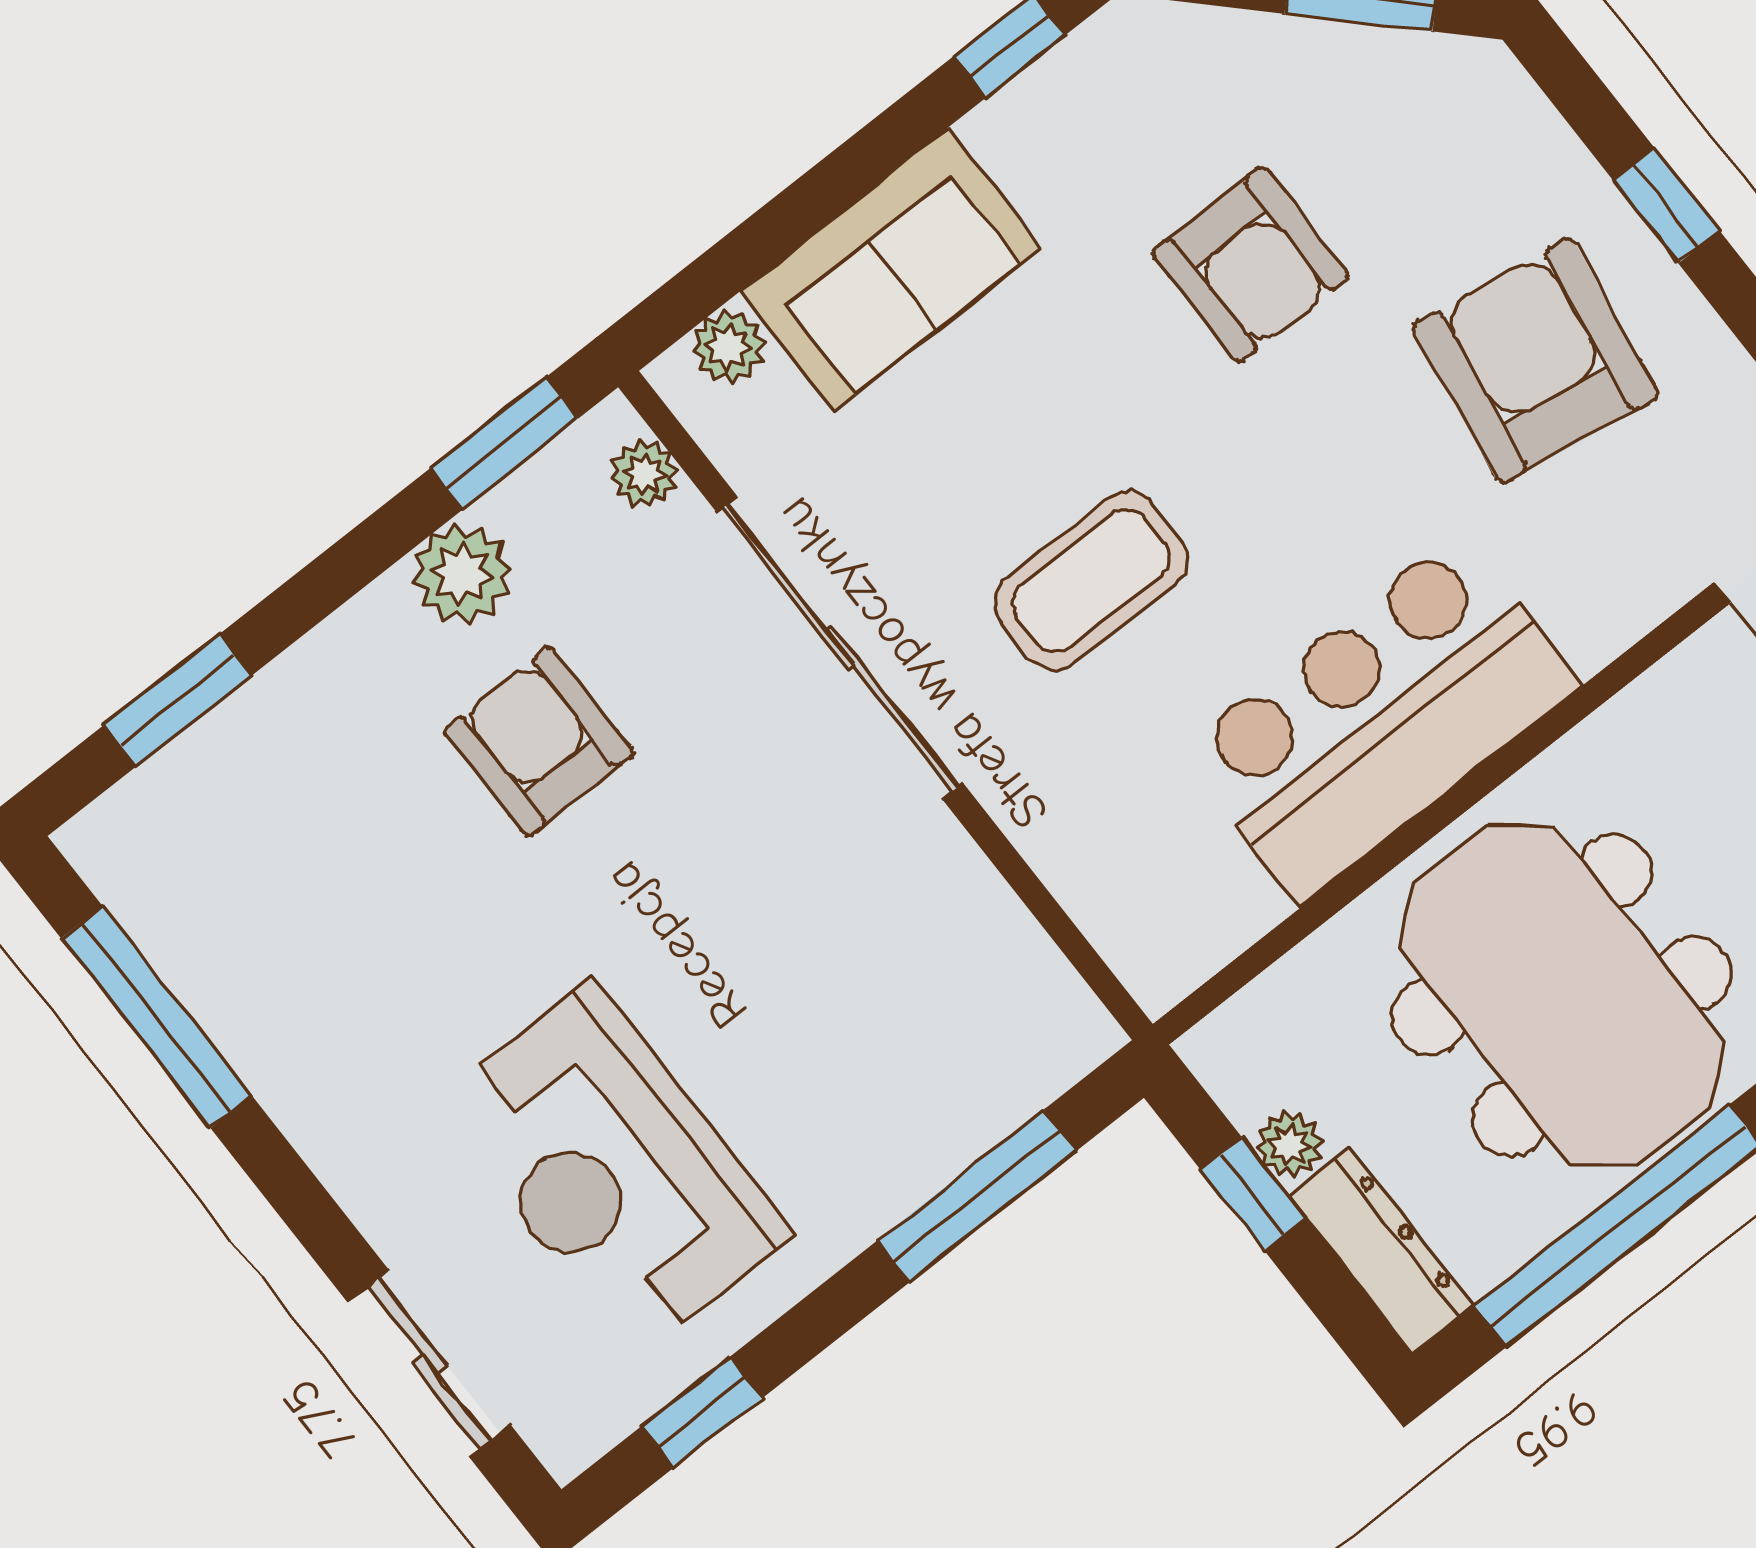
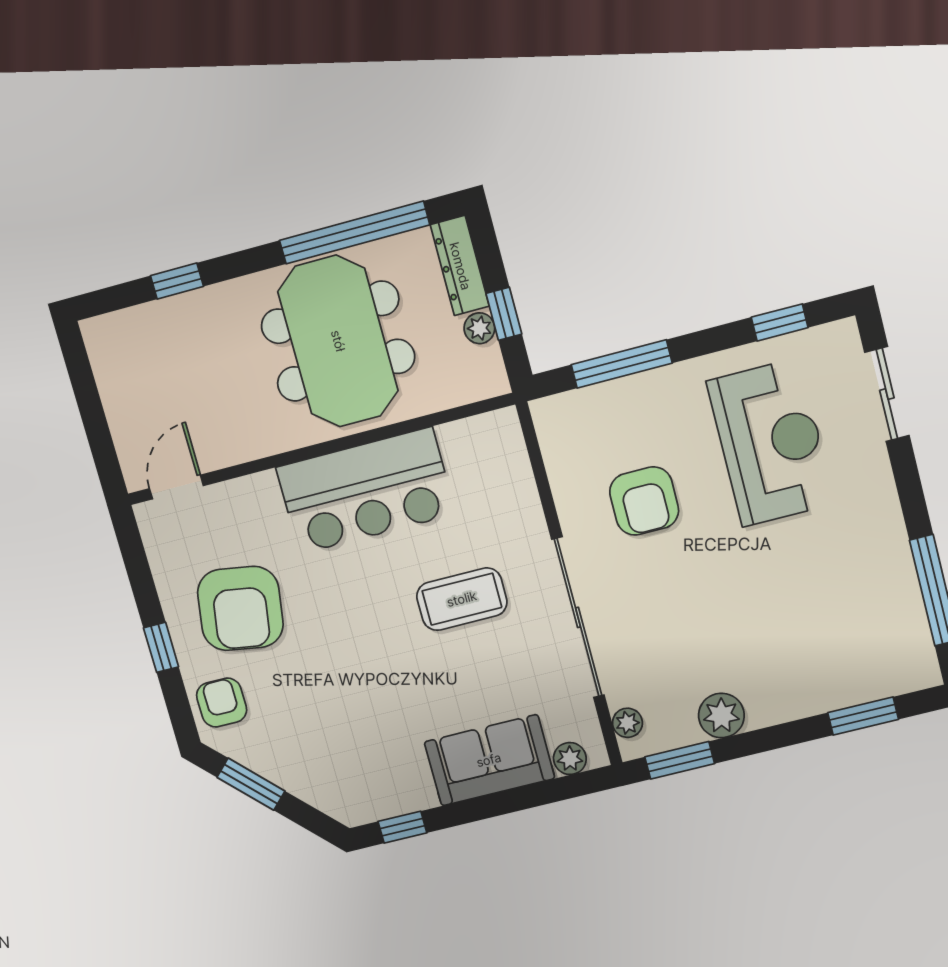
armchair: (1250, 265) -> (222, 703), moved, width x0.72, depth x0.72
armchair: (539, 742) -> (644, 501), moved

